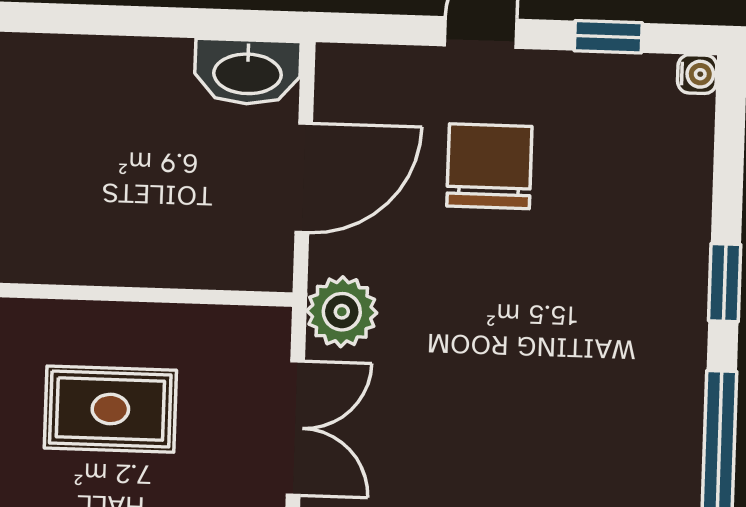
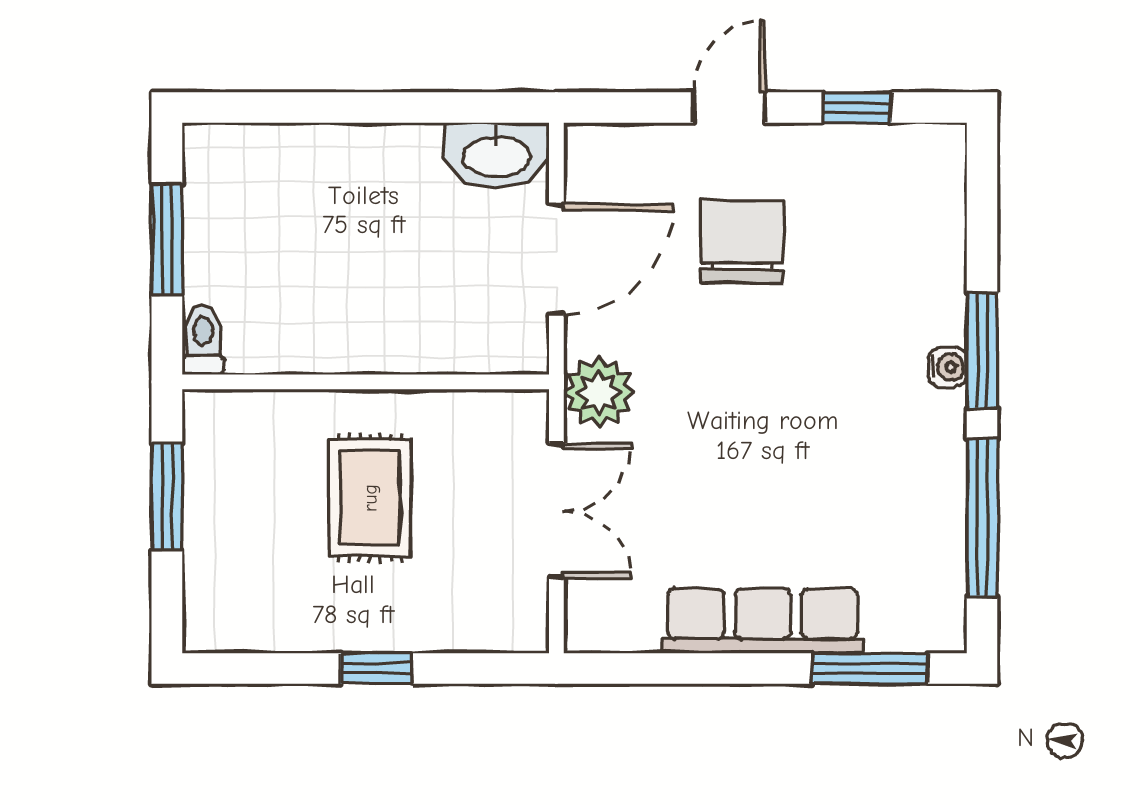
water cooler: (697, 74) -> (948, 367), moved
window: (725, 283) -> (982, 350), width x1.50
rug: (110, 409) -> (370, 498), turned 90

